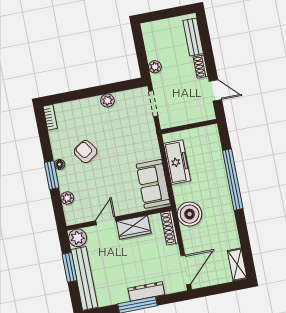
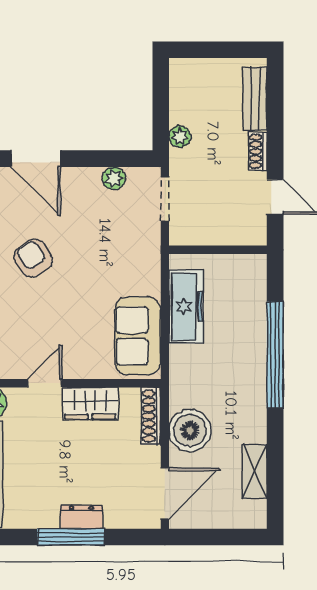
door: (76, 95) -> (36, 159), added
plant: (107, 100) -> (114, 178), moved
boiler: (190, 214) -> (190, 430), moved
shelving: (237, 265) -> (255, 471), moved
dresser: (146, 291) -> (81, 517), width x0.70

